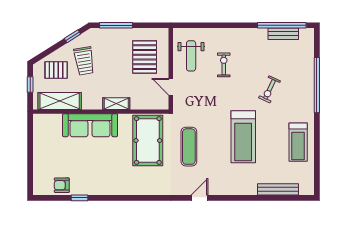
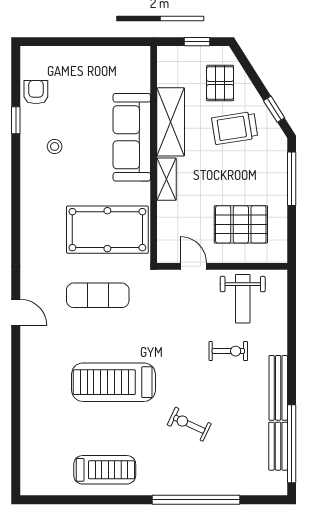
weight bench: (191, 56) -> (243, 299), turned -90
door: (171, 87) -> (193, 266), hinge flipped
shelving: (60, 101) -> (171, 122), moved
treadmill: (298, 142) -> (105, 470), turned 180
stool: (96, 174) -> (55, 146), added
bench: (278, 189) -> (278, 388), moved

